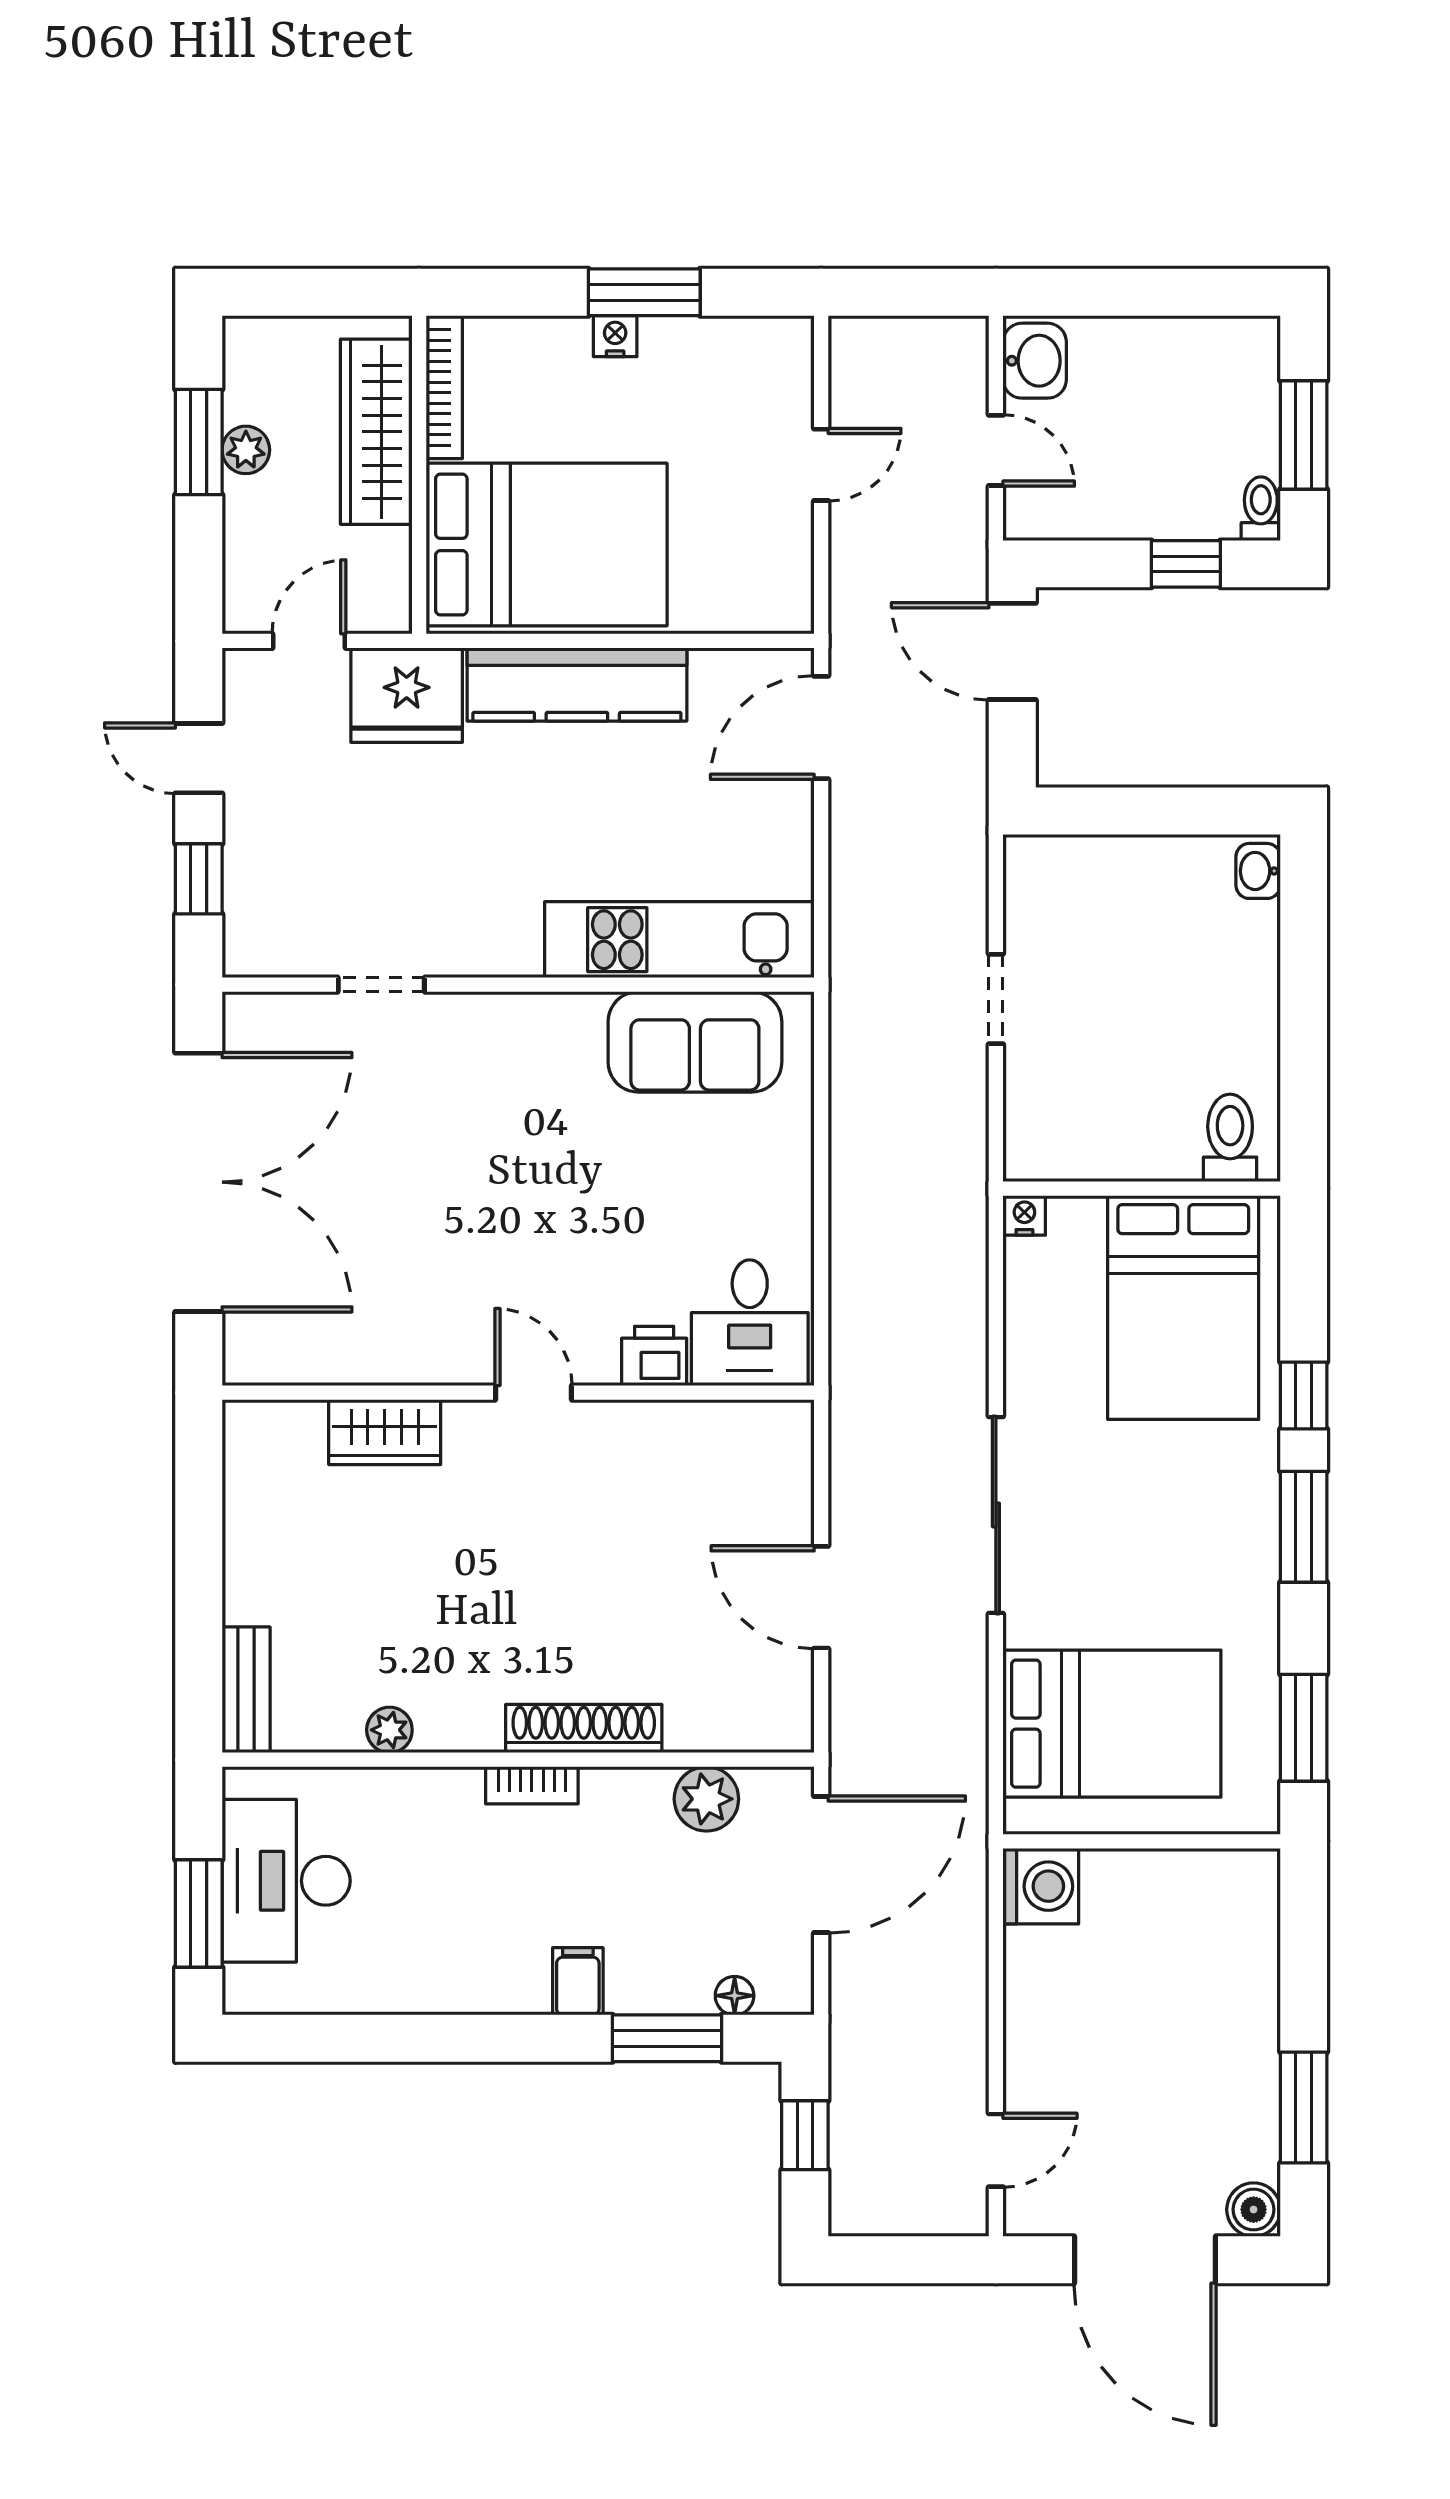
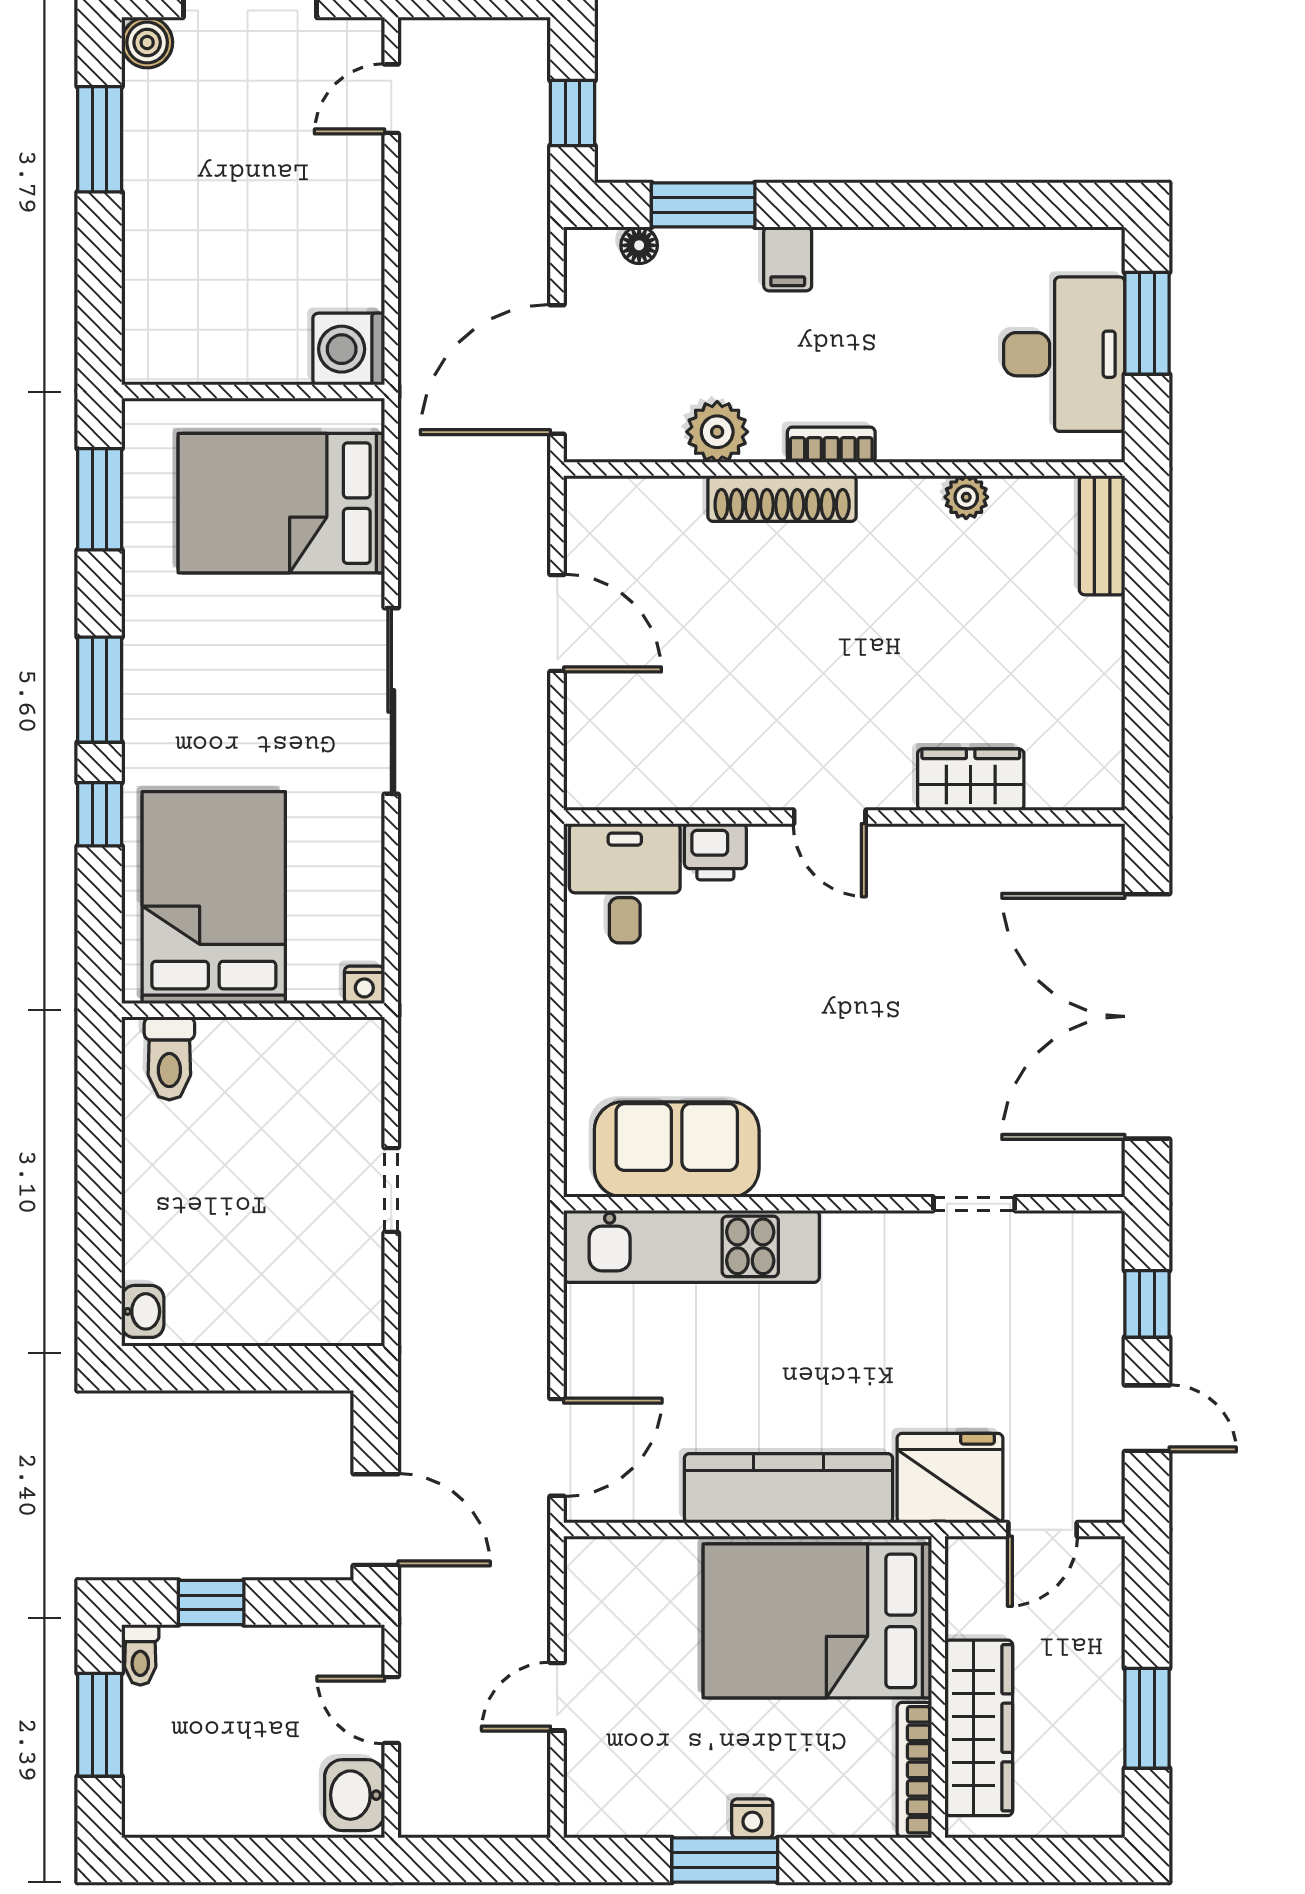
plant: (246, 450) -> (1102, 1711), removed
plant: (706, 1799) -> (717, 432), moved

